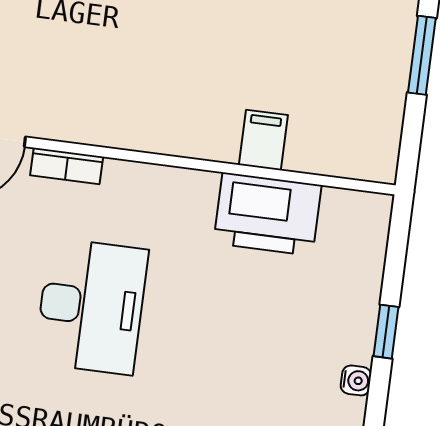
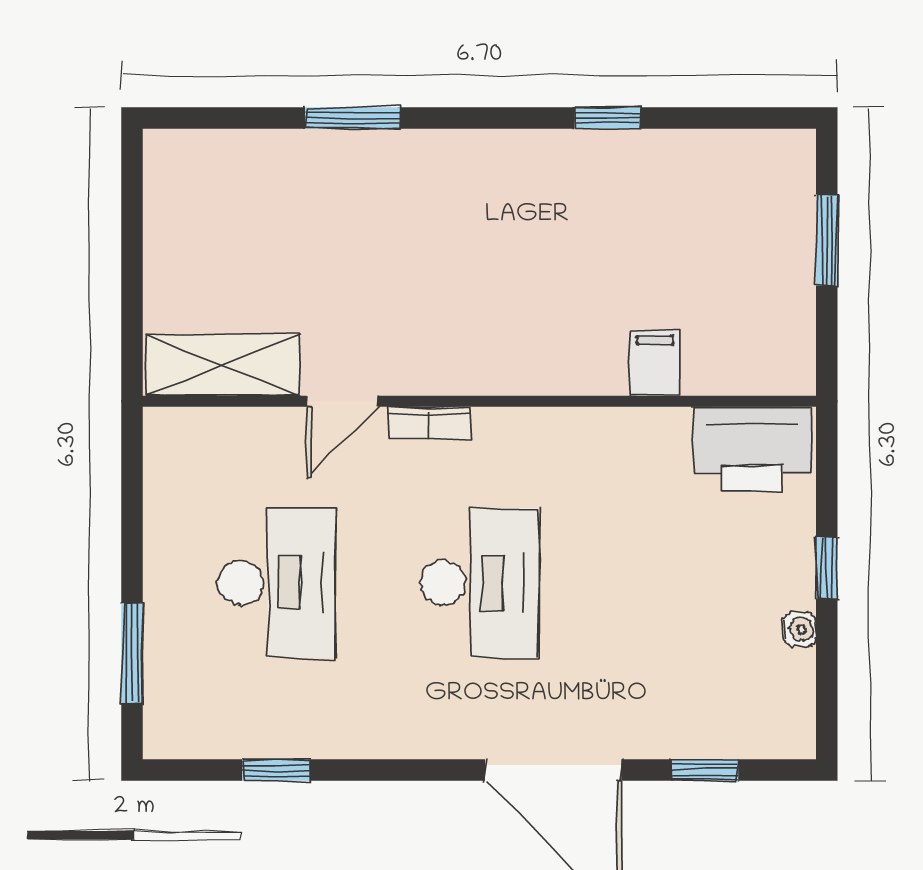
printer: (267, 214) -> (752, 449), moved

